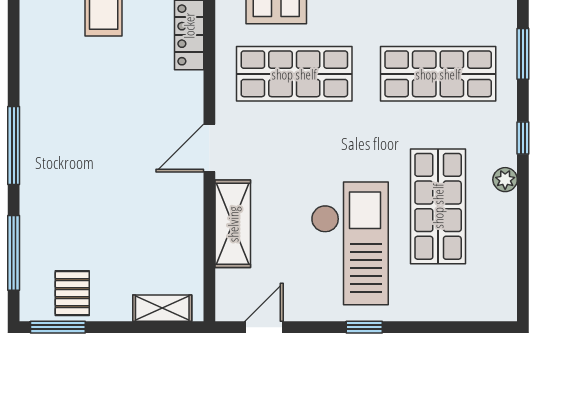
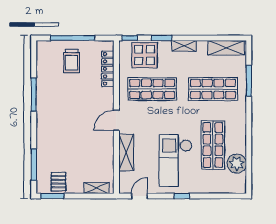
window: (523, 54) -> (249, 81), width x1.44
window: (523, 138) -> (249, 116), removed
window: (14, 145) -> (34, 95), moved
plant: (505, 180) -> (237, 164), moved, width x1.88, depth x1.88
checkout: (350, 243) -> (176, 161), turned 180

